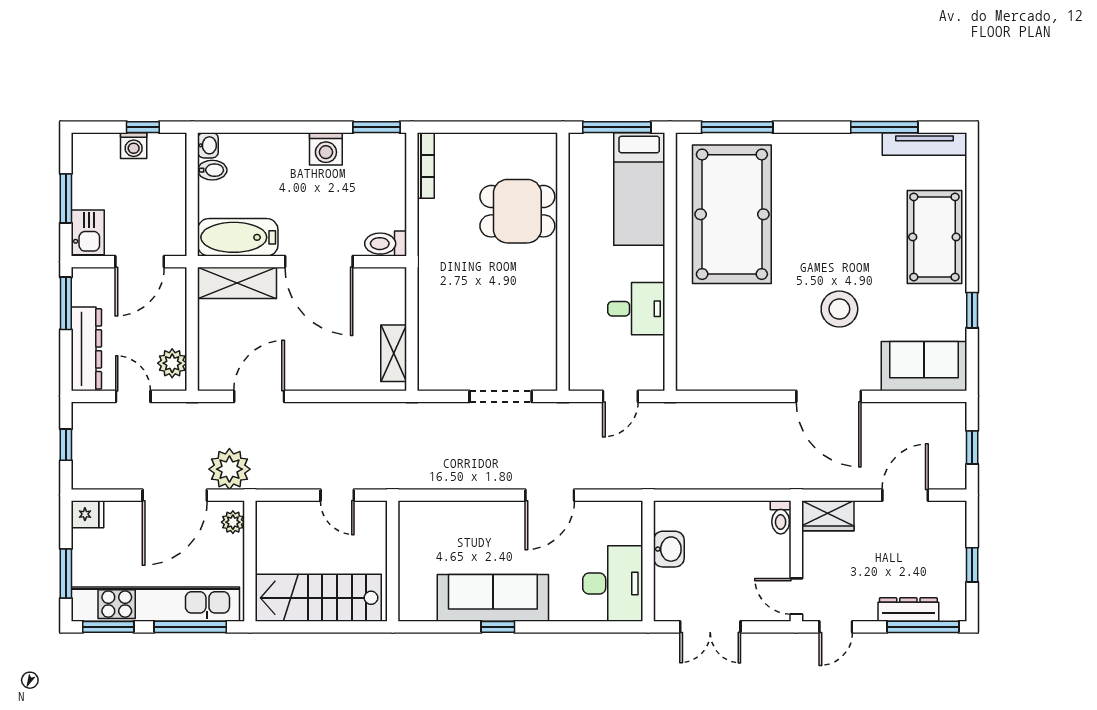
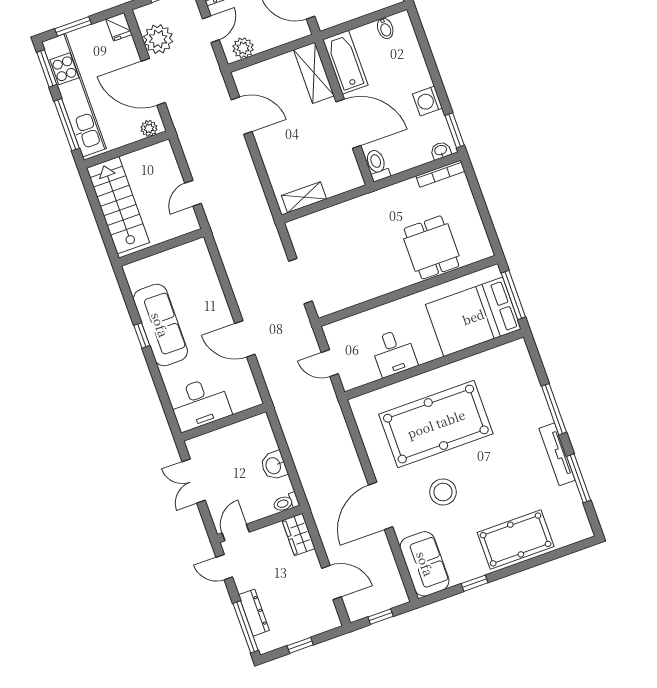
window: (737, 127) -> (554, 409), moved
tv unit: (925, 144) -> (557, 454), moved
washbasin: (208, 145) -> (441, 151), moved, turned 180
bed: (639, 189) -> (473, 317), width x1.50
pool table: (732, 214) -> (436, 424), moved
door: (319, 262) -> (348, 124), swing flipped
plant: (229, 469) -> (158, 39), moved
washbasin: (669, 549) -> (274, 466), moved, turned 90

